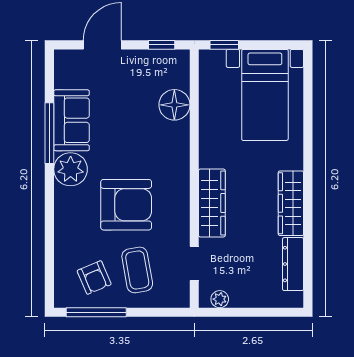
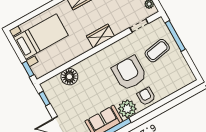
wardrobe: (212, 203) -> (101, 36), width x0.67
armchair: (94, 278) -> (146, 96), moved, turned -67
window: (96, 312) -> (175, 36), moved

